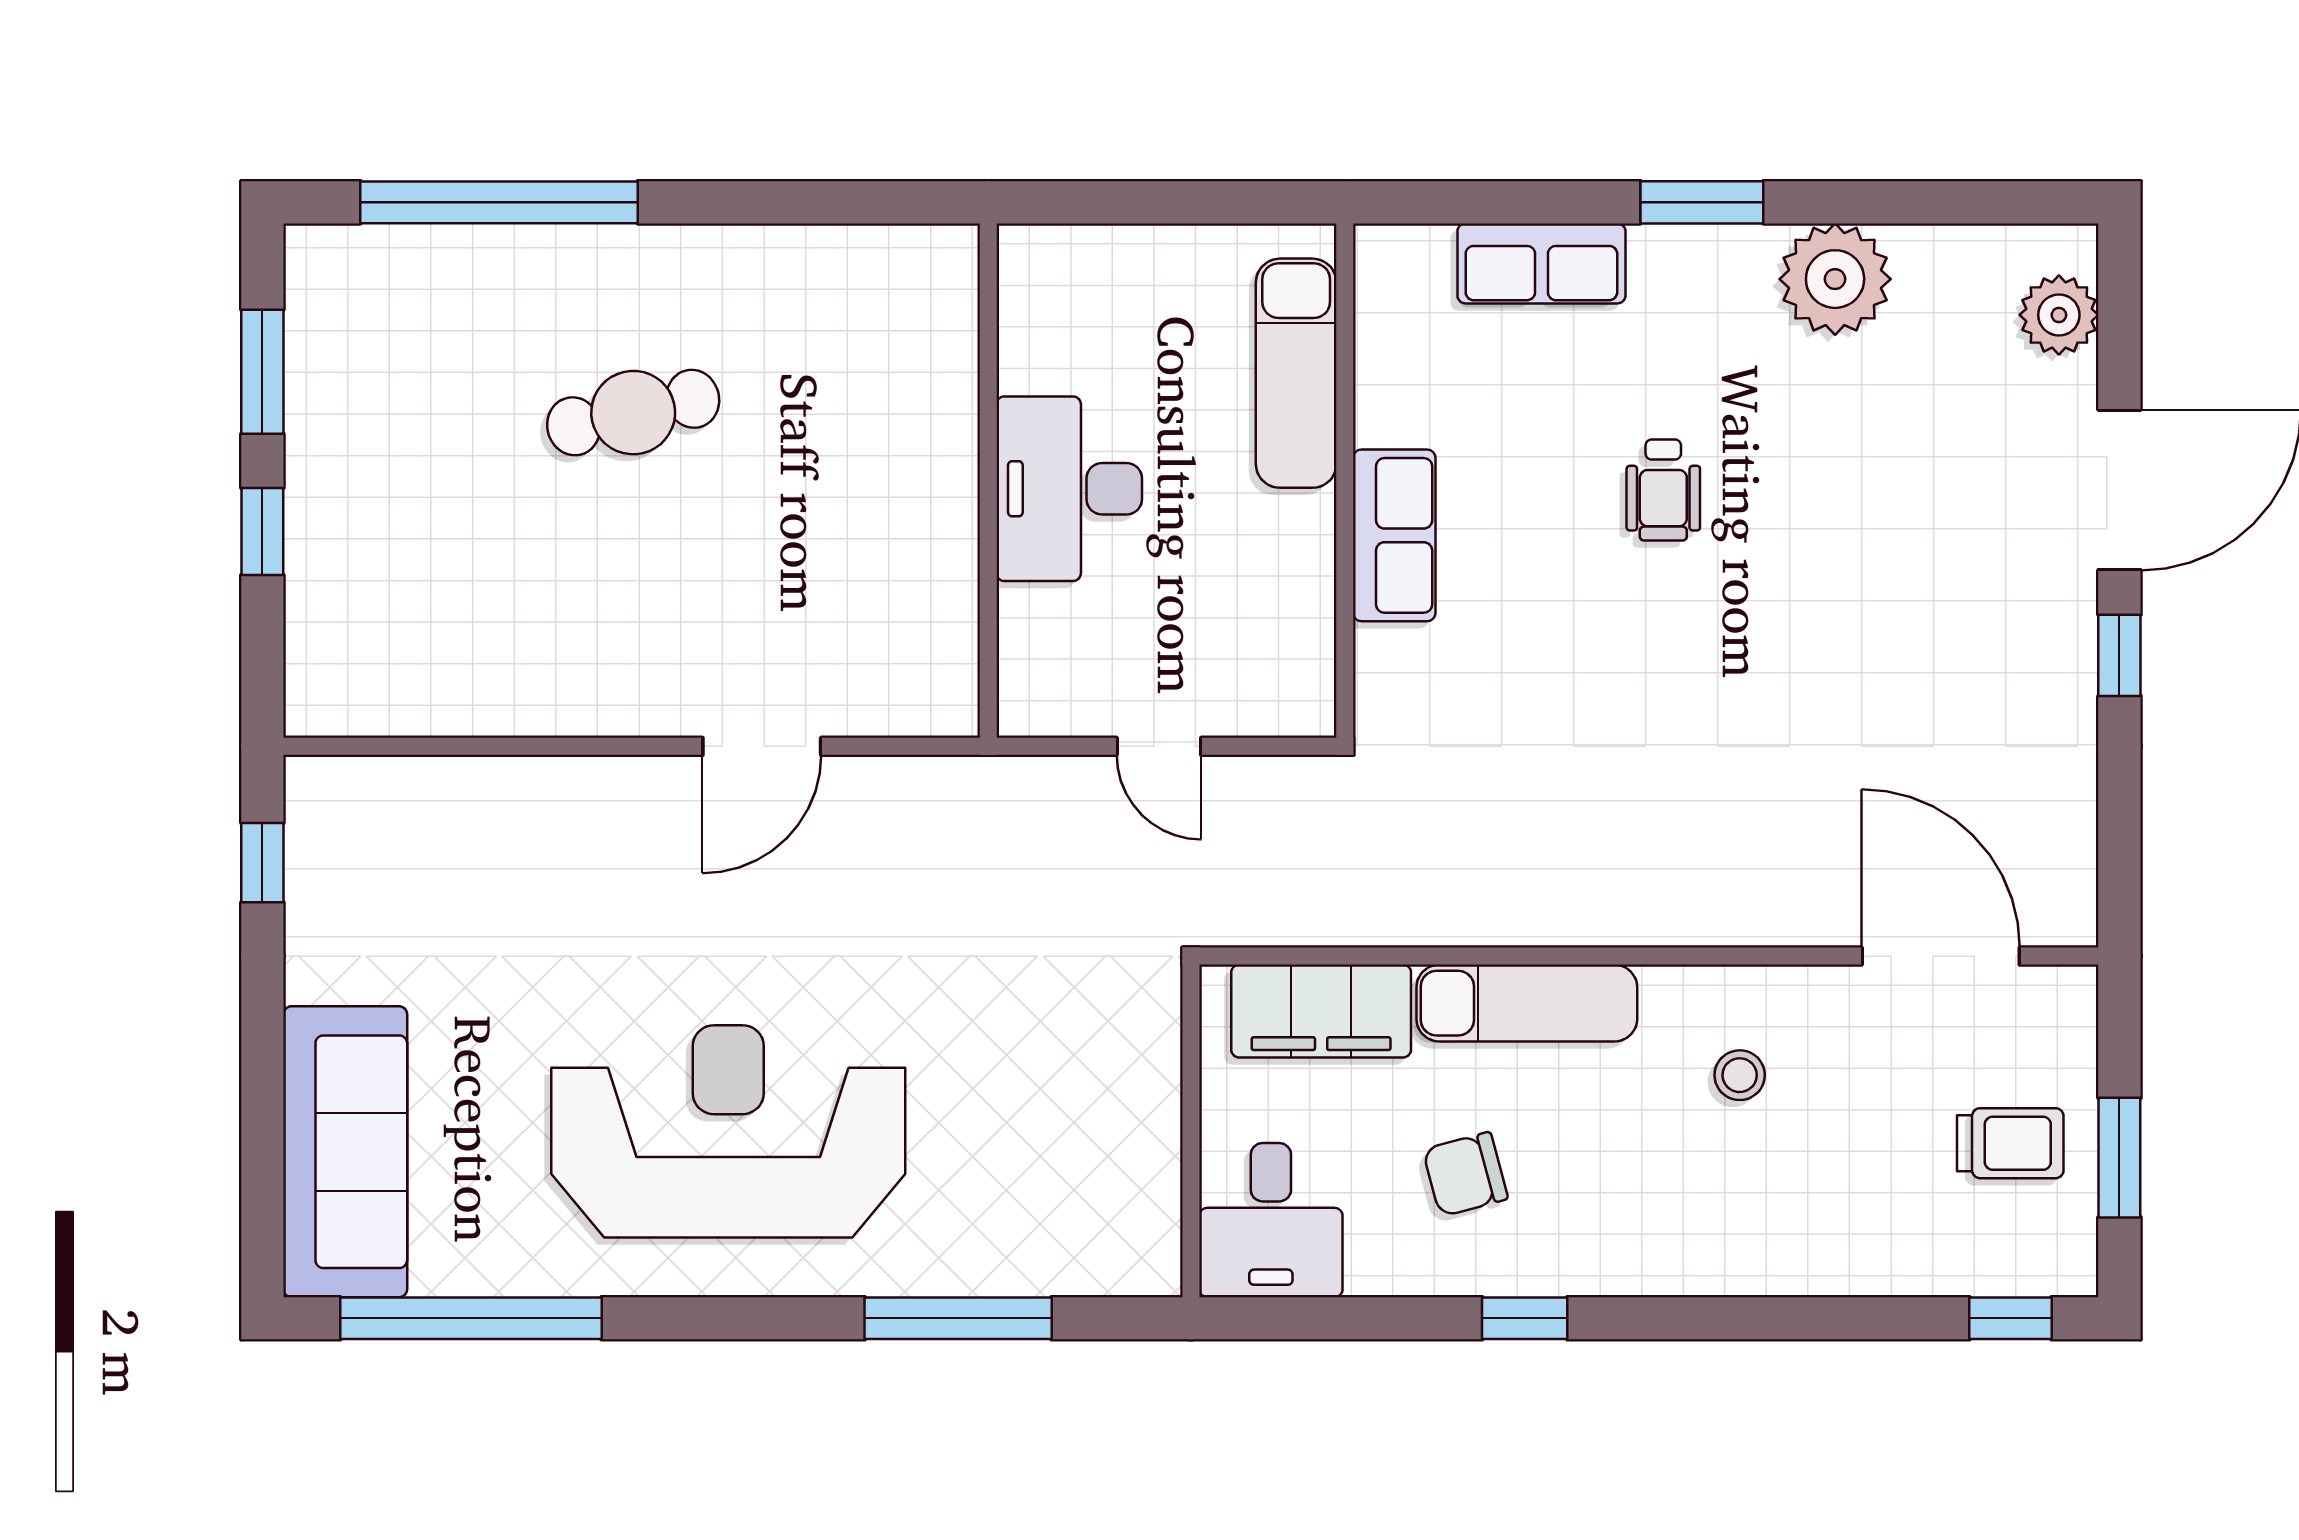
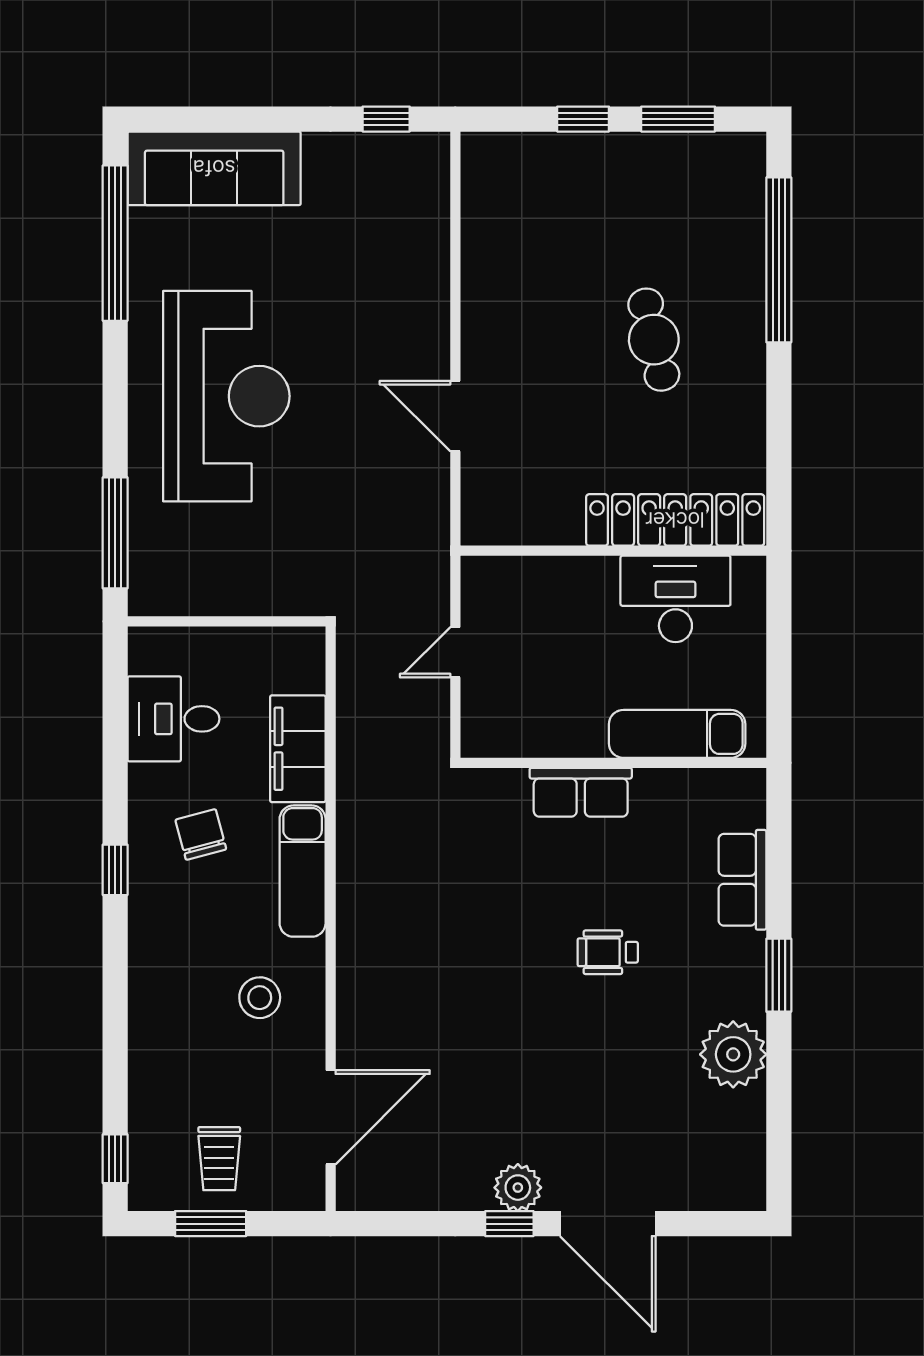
plant: (2059, 315) -> (518, 1188), moved
locker: (936, 377) -> (675, 520), added
desk: (1069, 489) -> (675, 599), moved
stool: (1740, 1075) -> (260, 998), width x1.37, depth x1.37
wall: (1191, 1131) -> (227, 621), moved

